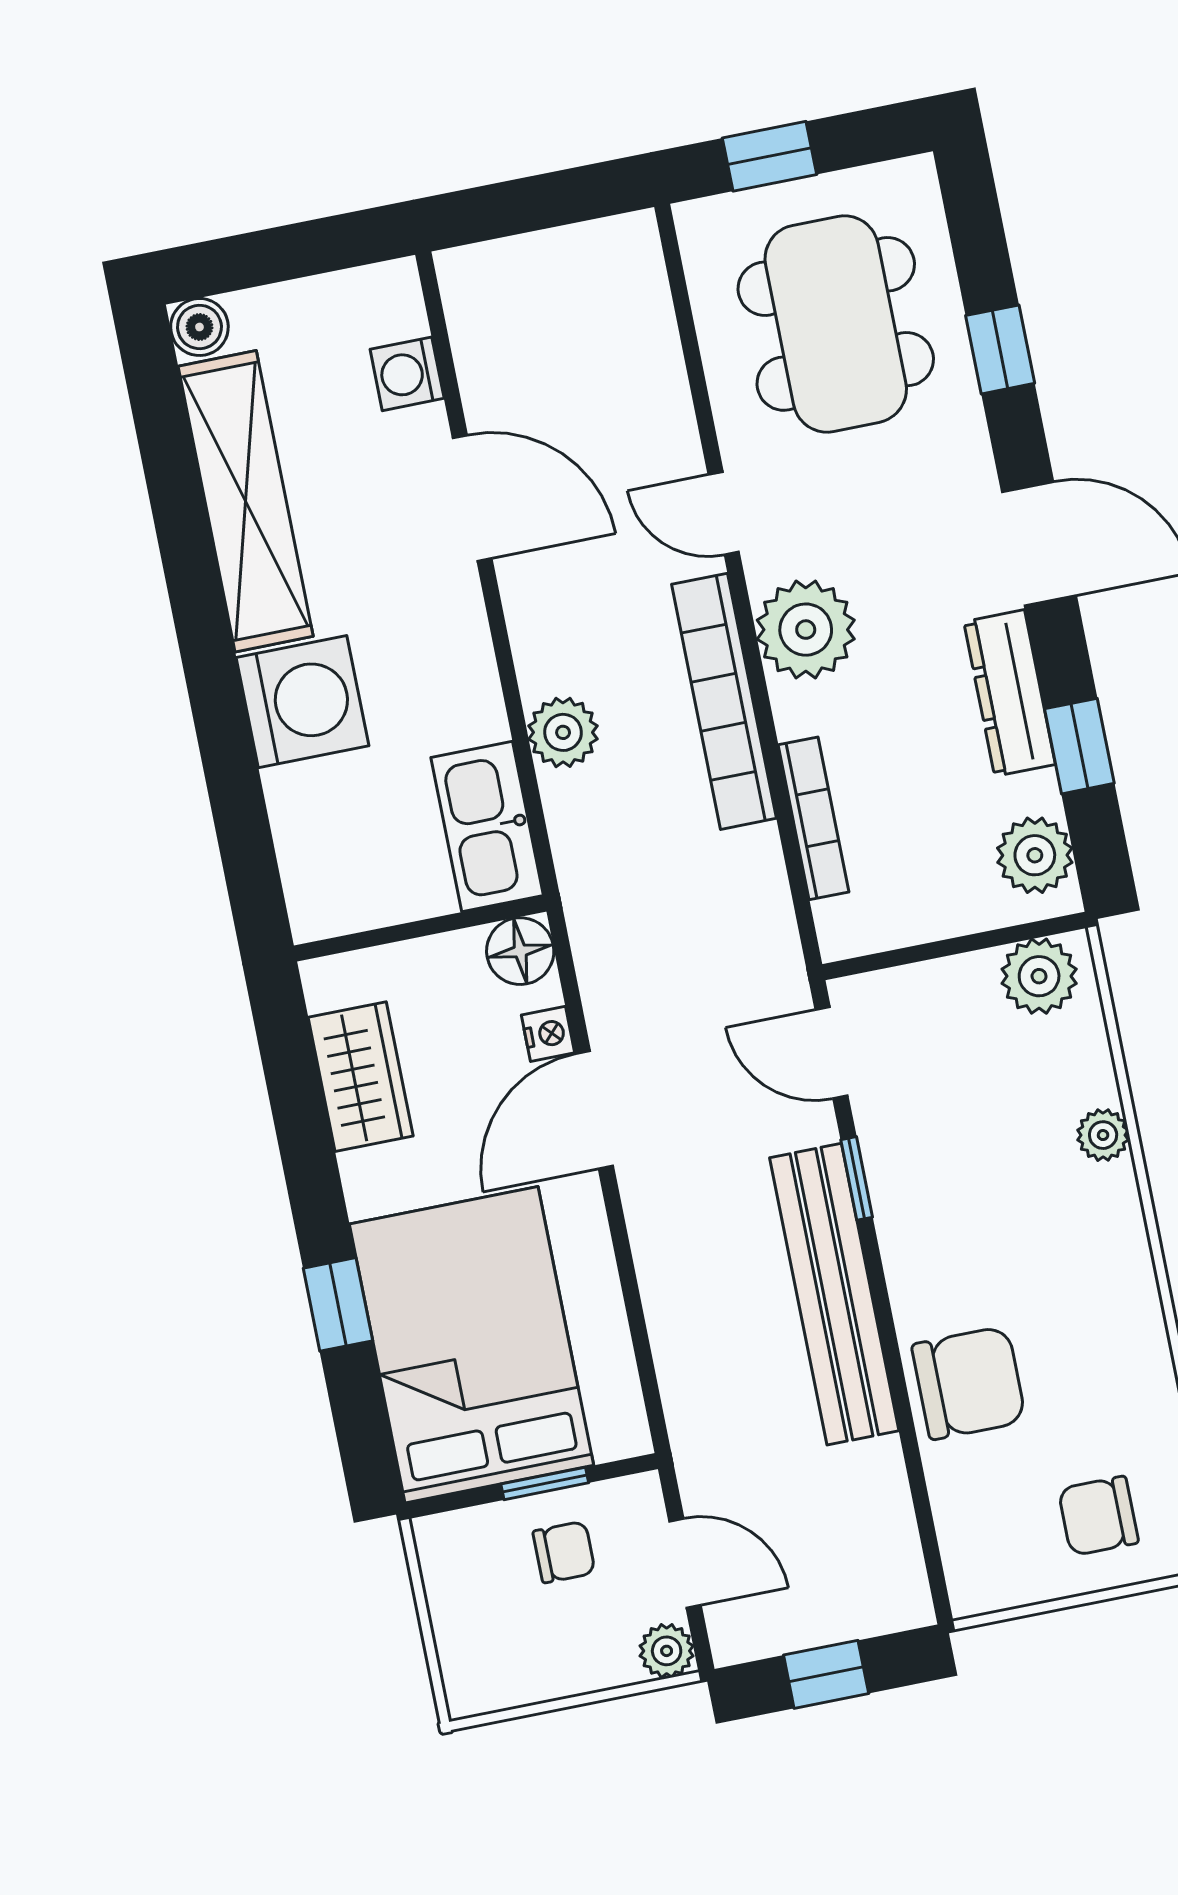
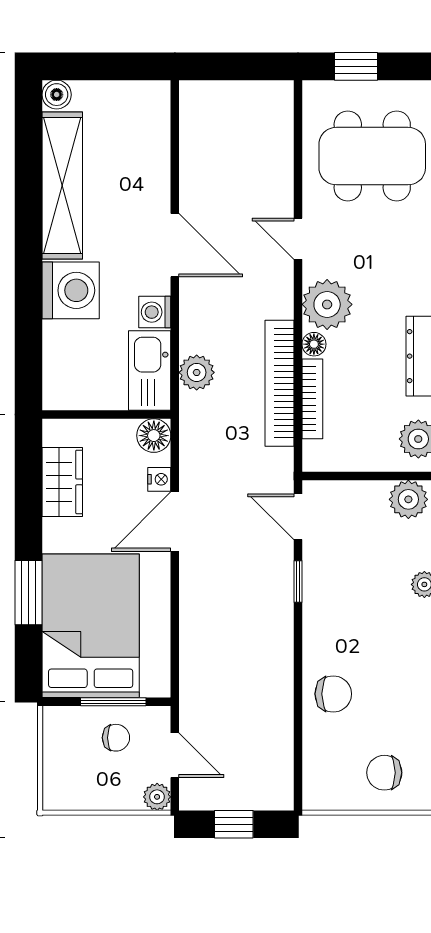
dining table: (836, 324) -> (372, 156), turned 90
washing machine: (407, 374) -> (155, 312), moved
door: (472, 498) -> (175, 245), moved
bookcase: (724, 701) -> (279, 383), moved
floor lamp: (796, 712) -> (314, 344), added
plant: (563, 732) -> (197, 372), moved
bench: (834, 1294) -> (275, 637), removed
window: (338, 1304) -> (28, 593), width x1.50
chair: (969, 1383) -> (333, 694), width x0.73, depth x0.73
window: (545, 1483) -> (113, 702), width x1.50

